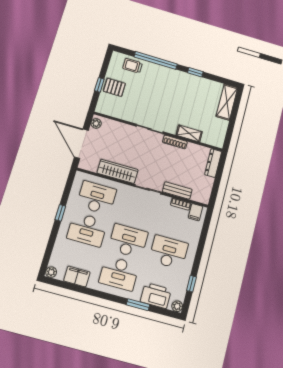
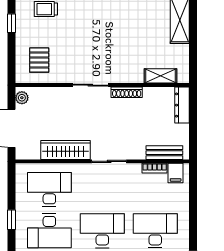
window: (99, 85) -> (11, 23), moved
pallet: (114, 87) -> (39, 60), moved, turned 90
shelving: (189, 133) -> (161, 76), moved
bench: (177, 190) -> (164, 153), moved

